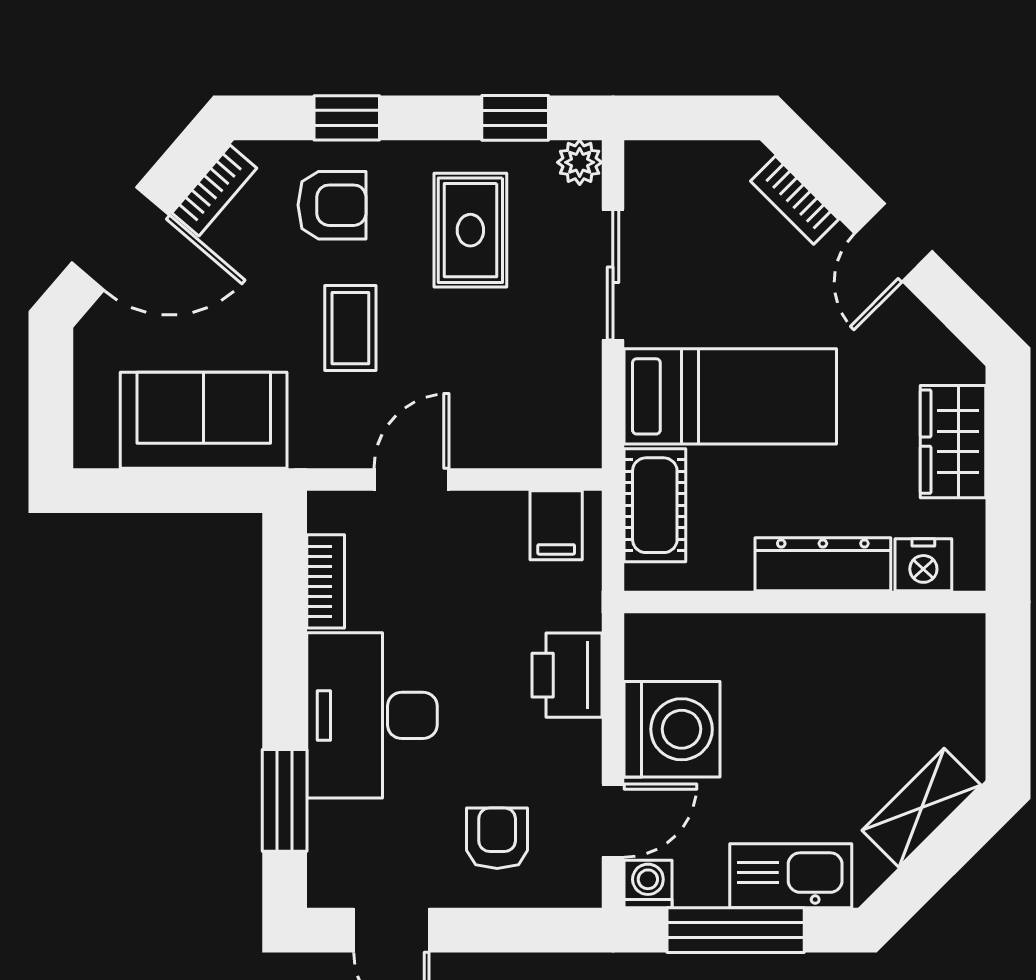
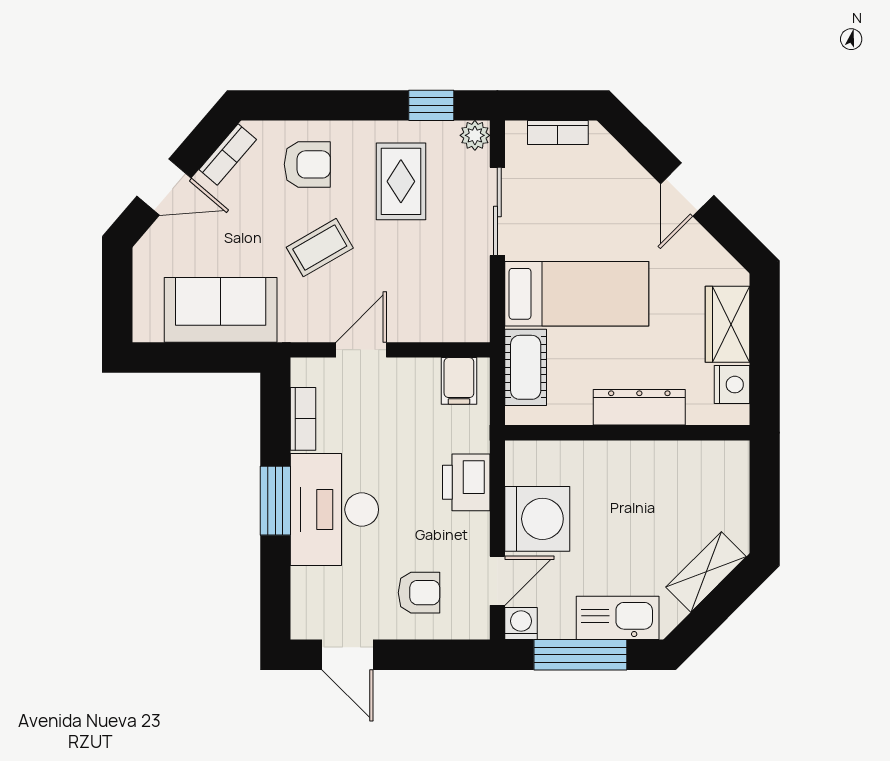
window: (347, 118) -> (317, 105), removed
bookcase: (795, 200) -> (558, 132), moved, turned -45
door: (120, 239) -> (164, 187), width x0.73
coffee table: (350, 328) -> (320, 248), turned 60
nightstand: (923, 565) -> (732, 385), moved, turned -90
window: (285, 800) -> (275, 501), moved
armchair: (497, 838) -> (419, 593), turned 90

